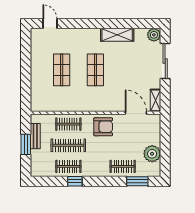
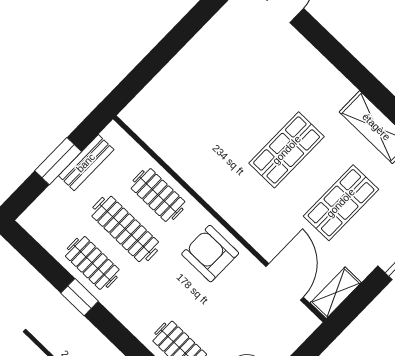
shop shelf: (62, 70) -> (341, 203), moved
armchair: (103, 127) -> (210, 254), turned 180

